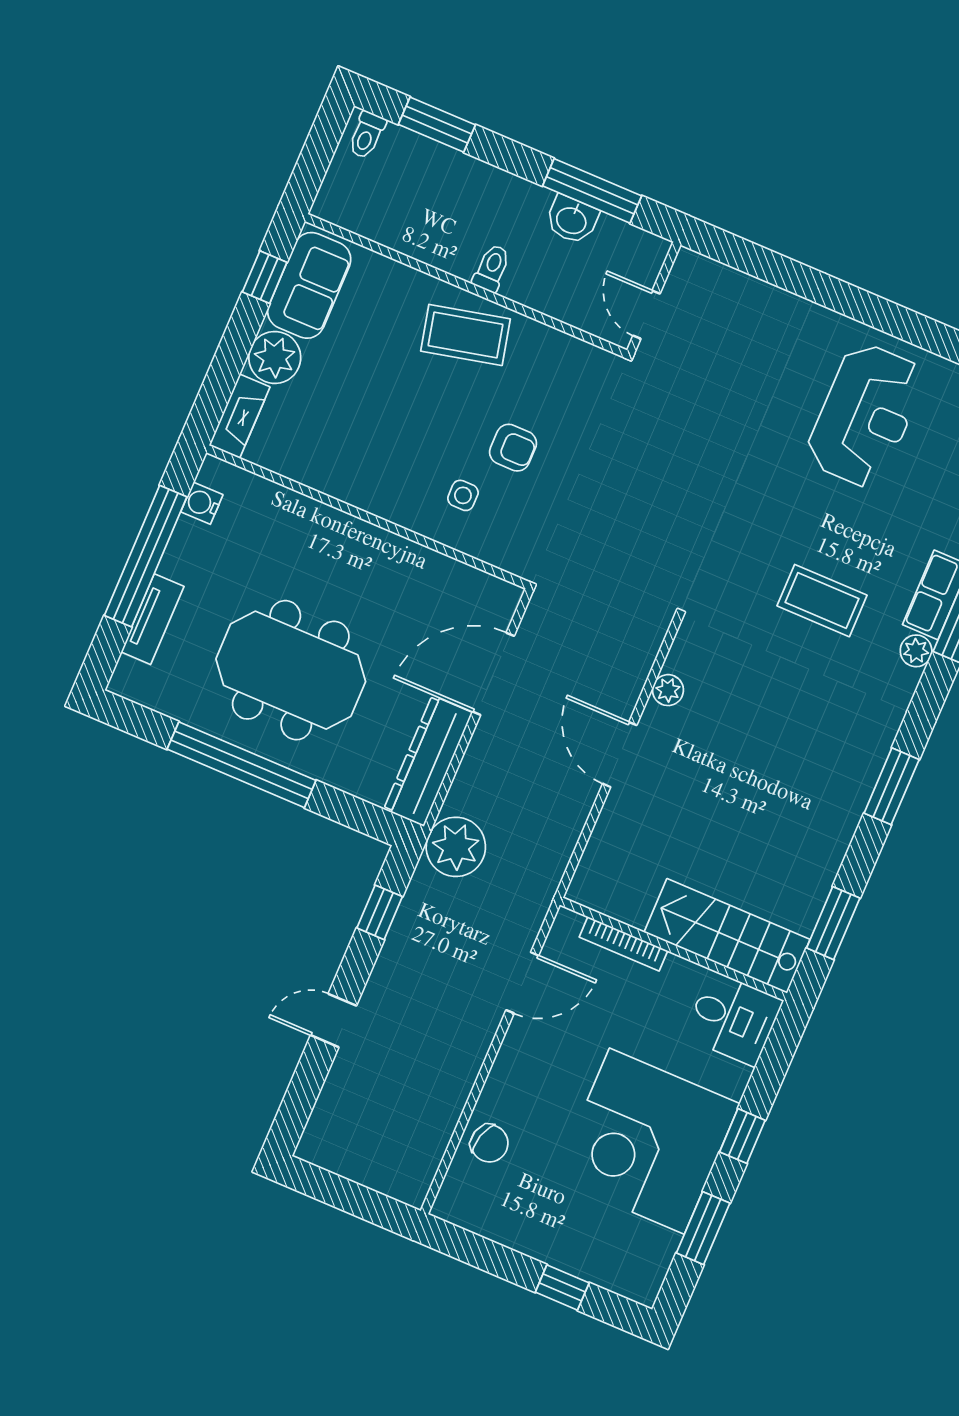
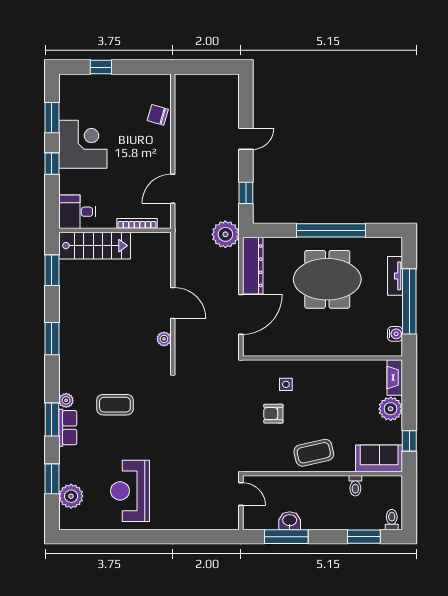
toilet: (492, 268) -> (355, 486), moved
sofa: (309, 285) -> (379, 458), moved, turned 90
corner desk: (647, 1141) -> (83, 144), width x0.74, depth x0.74

